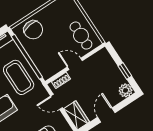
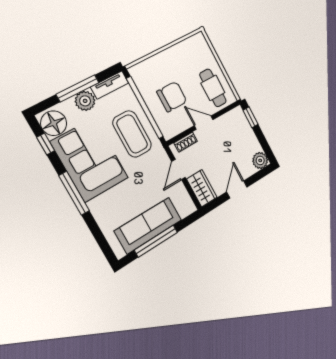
chair: (33, 30) -> (172, 97), moved, turned -82
window: (125, 71) -> (251, 117), moved
door: (56, 102) -> (178, 170), hinge flipped

